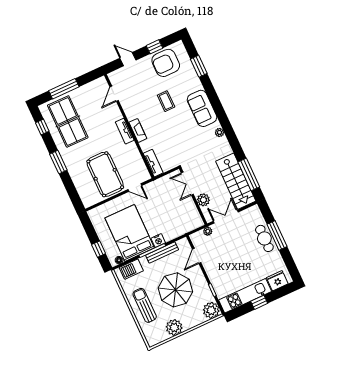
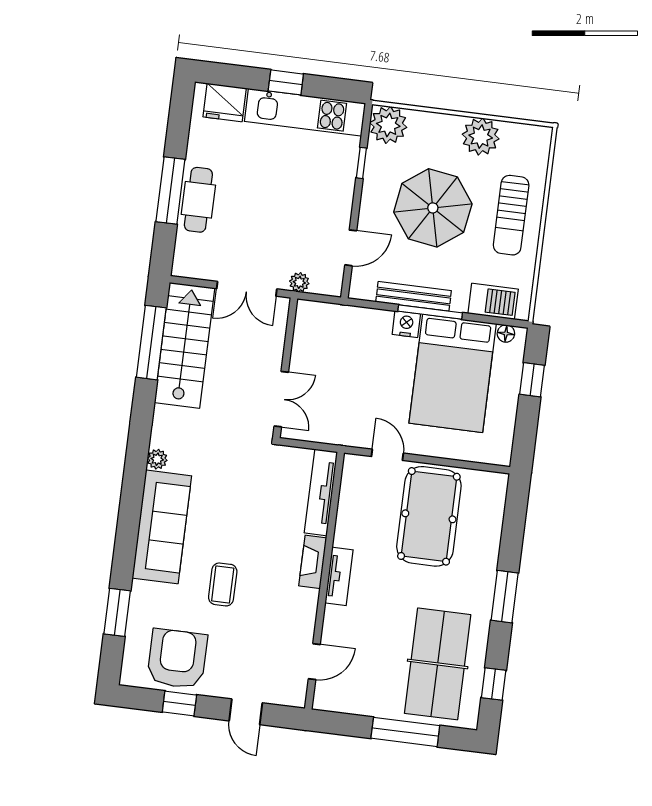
armchair: (166, 63) -> (177, 659), turned -90
sofa: (202, 108) -> (162, 527), width x1.36
tv unit: (153, 163) -> (321, 492), width x1.41
plant: (203, 200) -> (270, 348), removed

